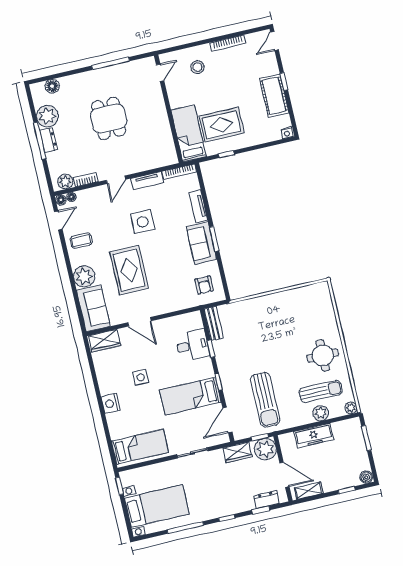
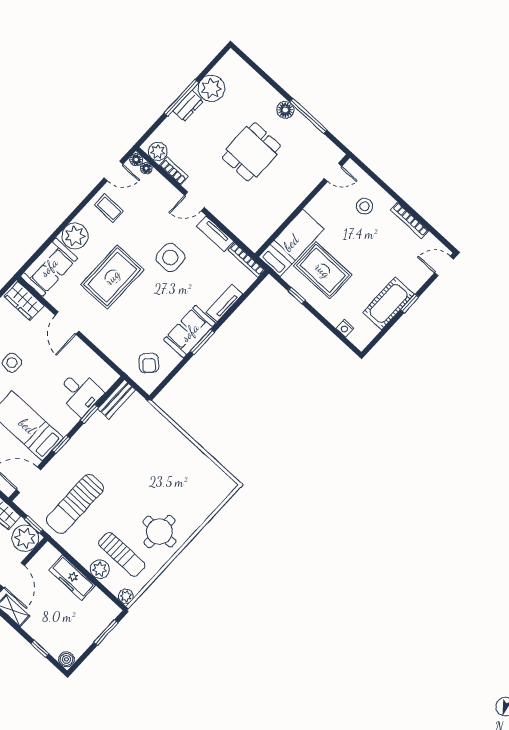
floor lamp: (52, 86) -> (285, 110), moved
nightstand: (287, 133) -> (345, 328), moved
armchair: (204, 285) -> (149, 363), turned -46

